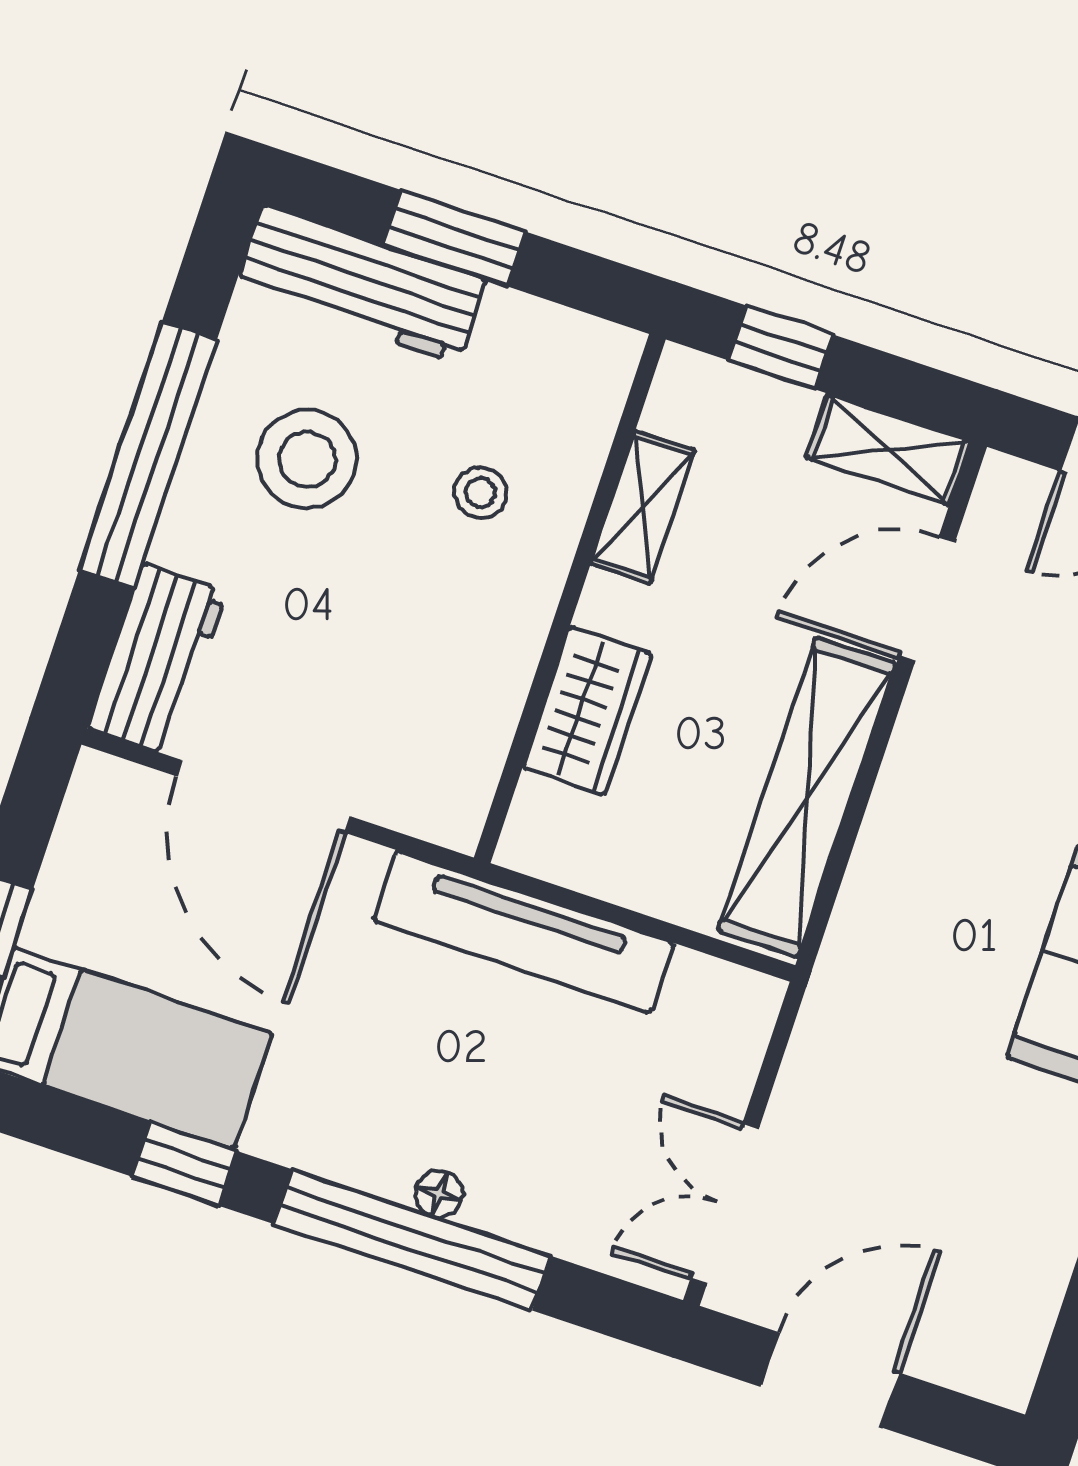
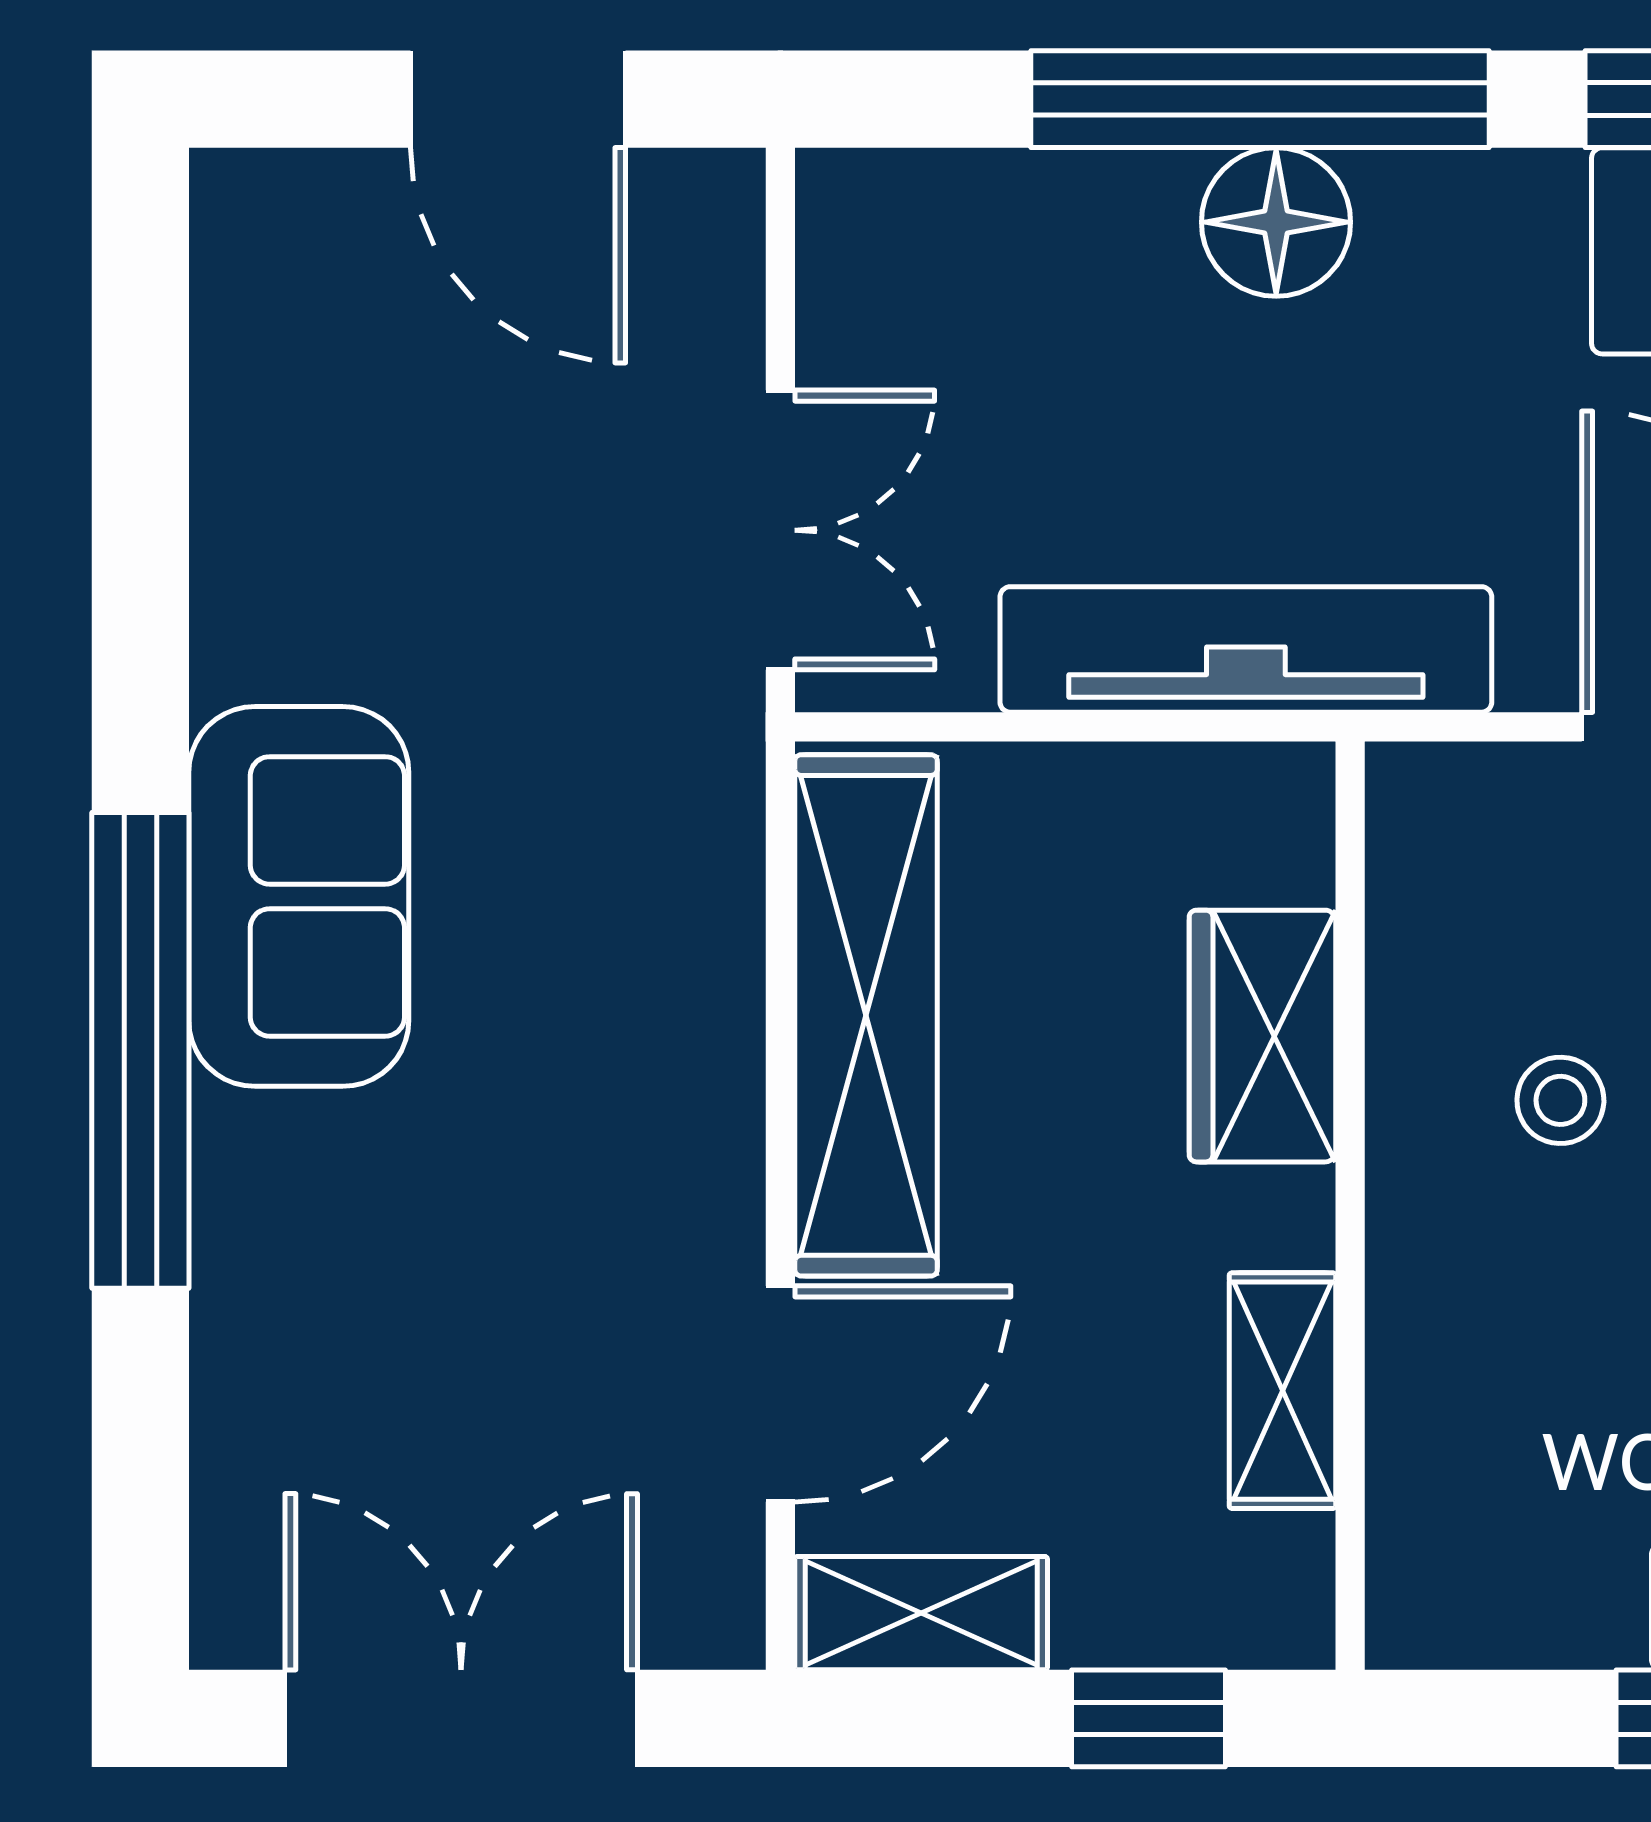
stool: (481, 493) -> (1560, 1100), moved
floor lamp: (439, 1194) -> (1276, 222), width x1.89, depth x1.89
double door: (725, 1203) -> (780, 530), moved
door: (830, 1380) -> (518, 99), hinge flipped

